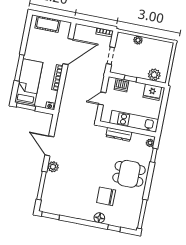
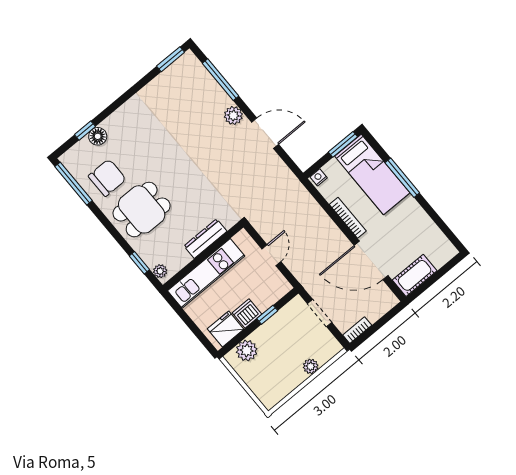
cot: (48, 24) -> (415, 275), moved
door: (68, 52) -> (371, 260), hinge flipped
dishwasher: (121, 85) -> (247, 313), moved
chair: (106, 196) -> (107, 178), moved
floor lamp: (99, 218) -> (98, 136), moved

